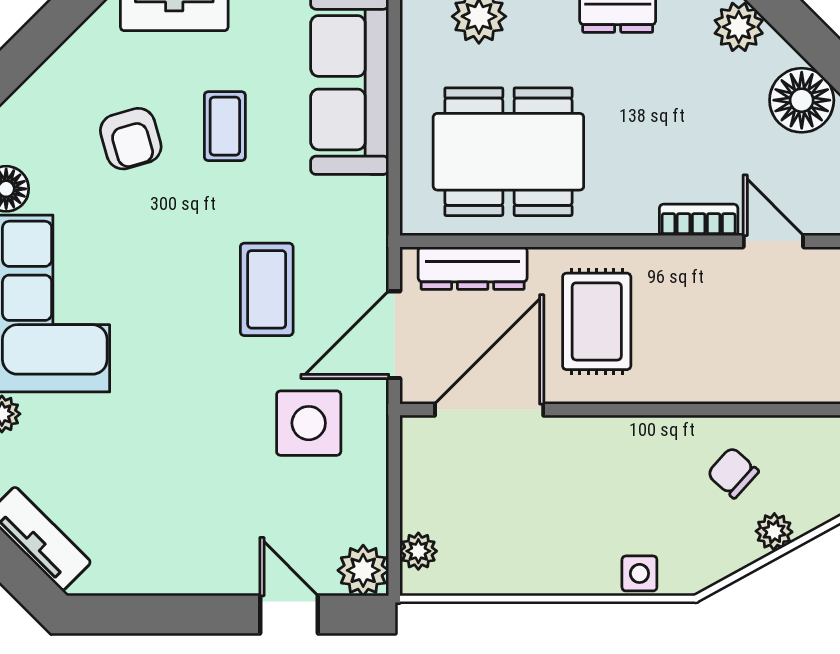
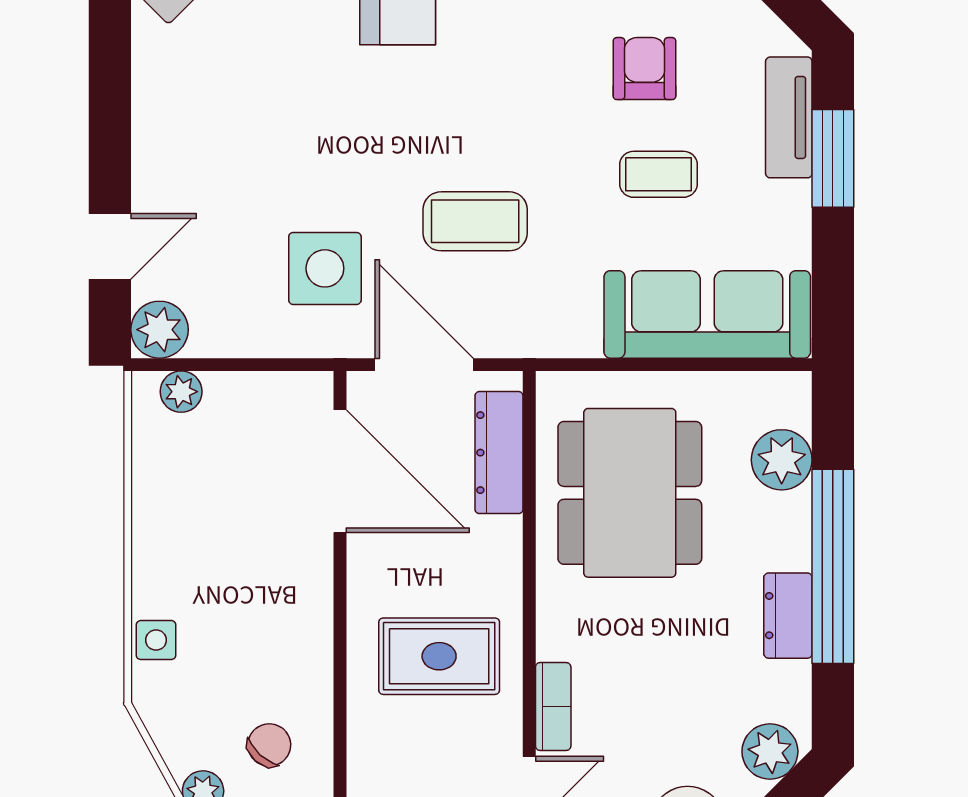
armchair: (131, 139) -> (644, 69), turned 106
rug: (597, 321) -> (439, 656), moved

